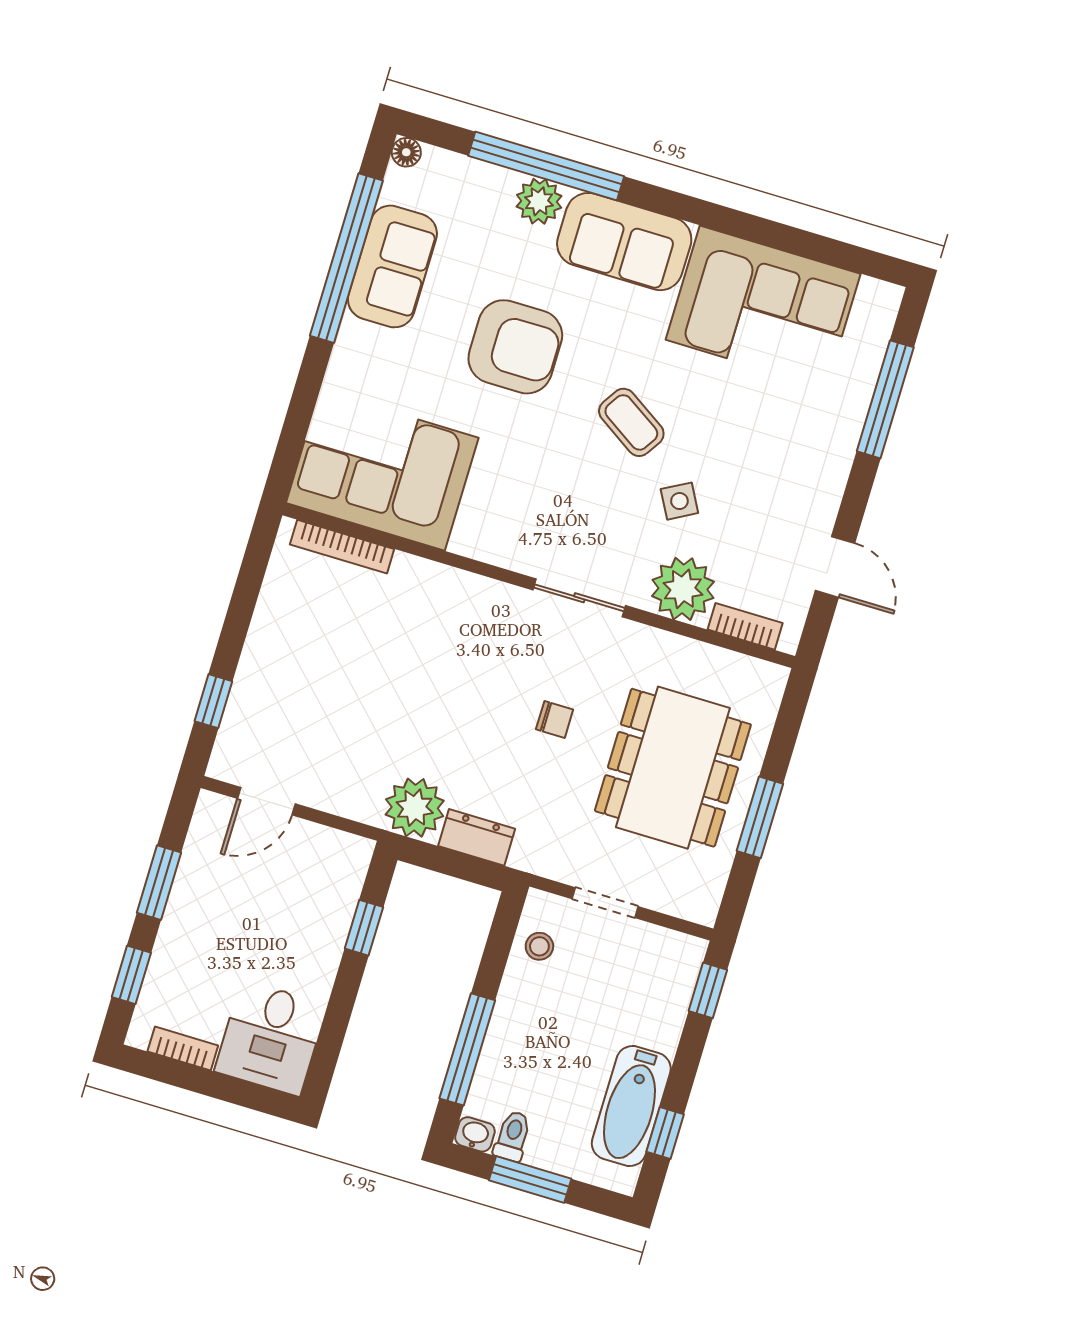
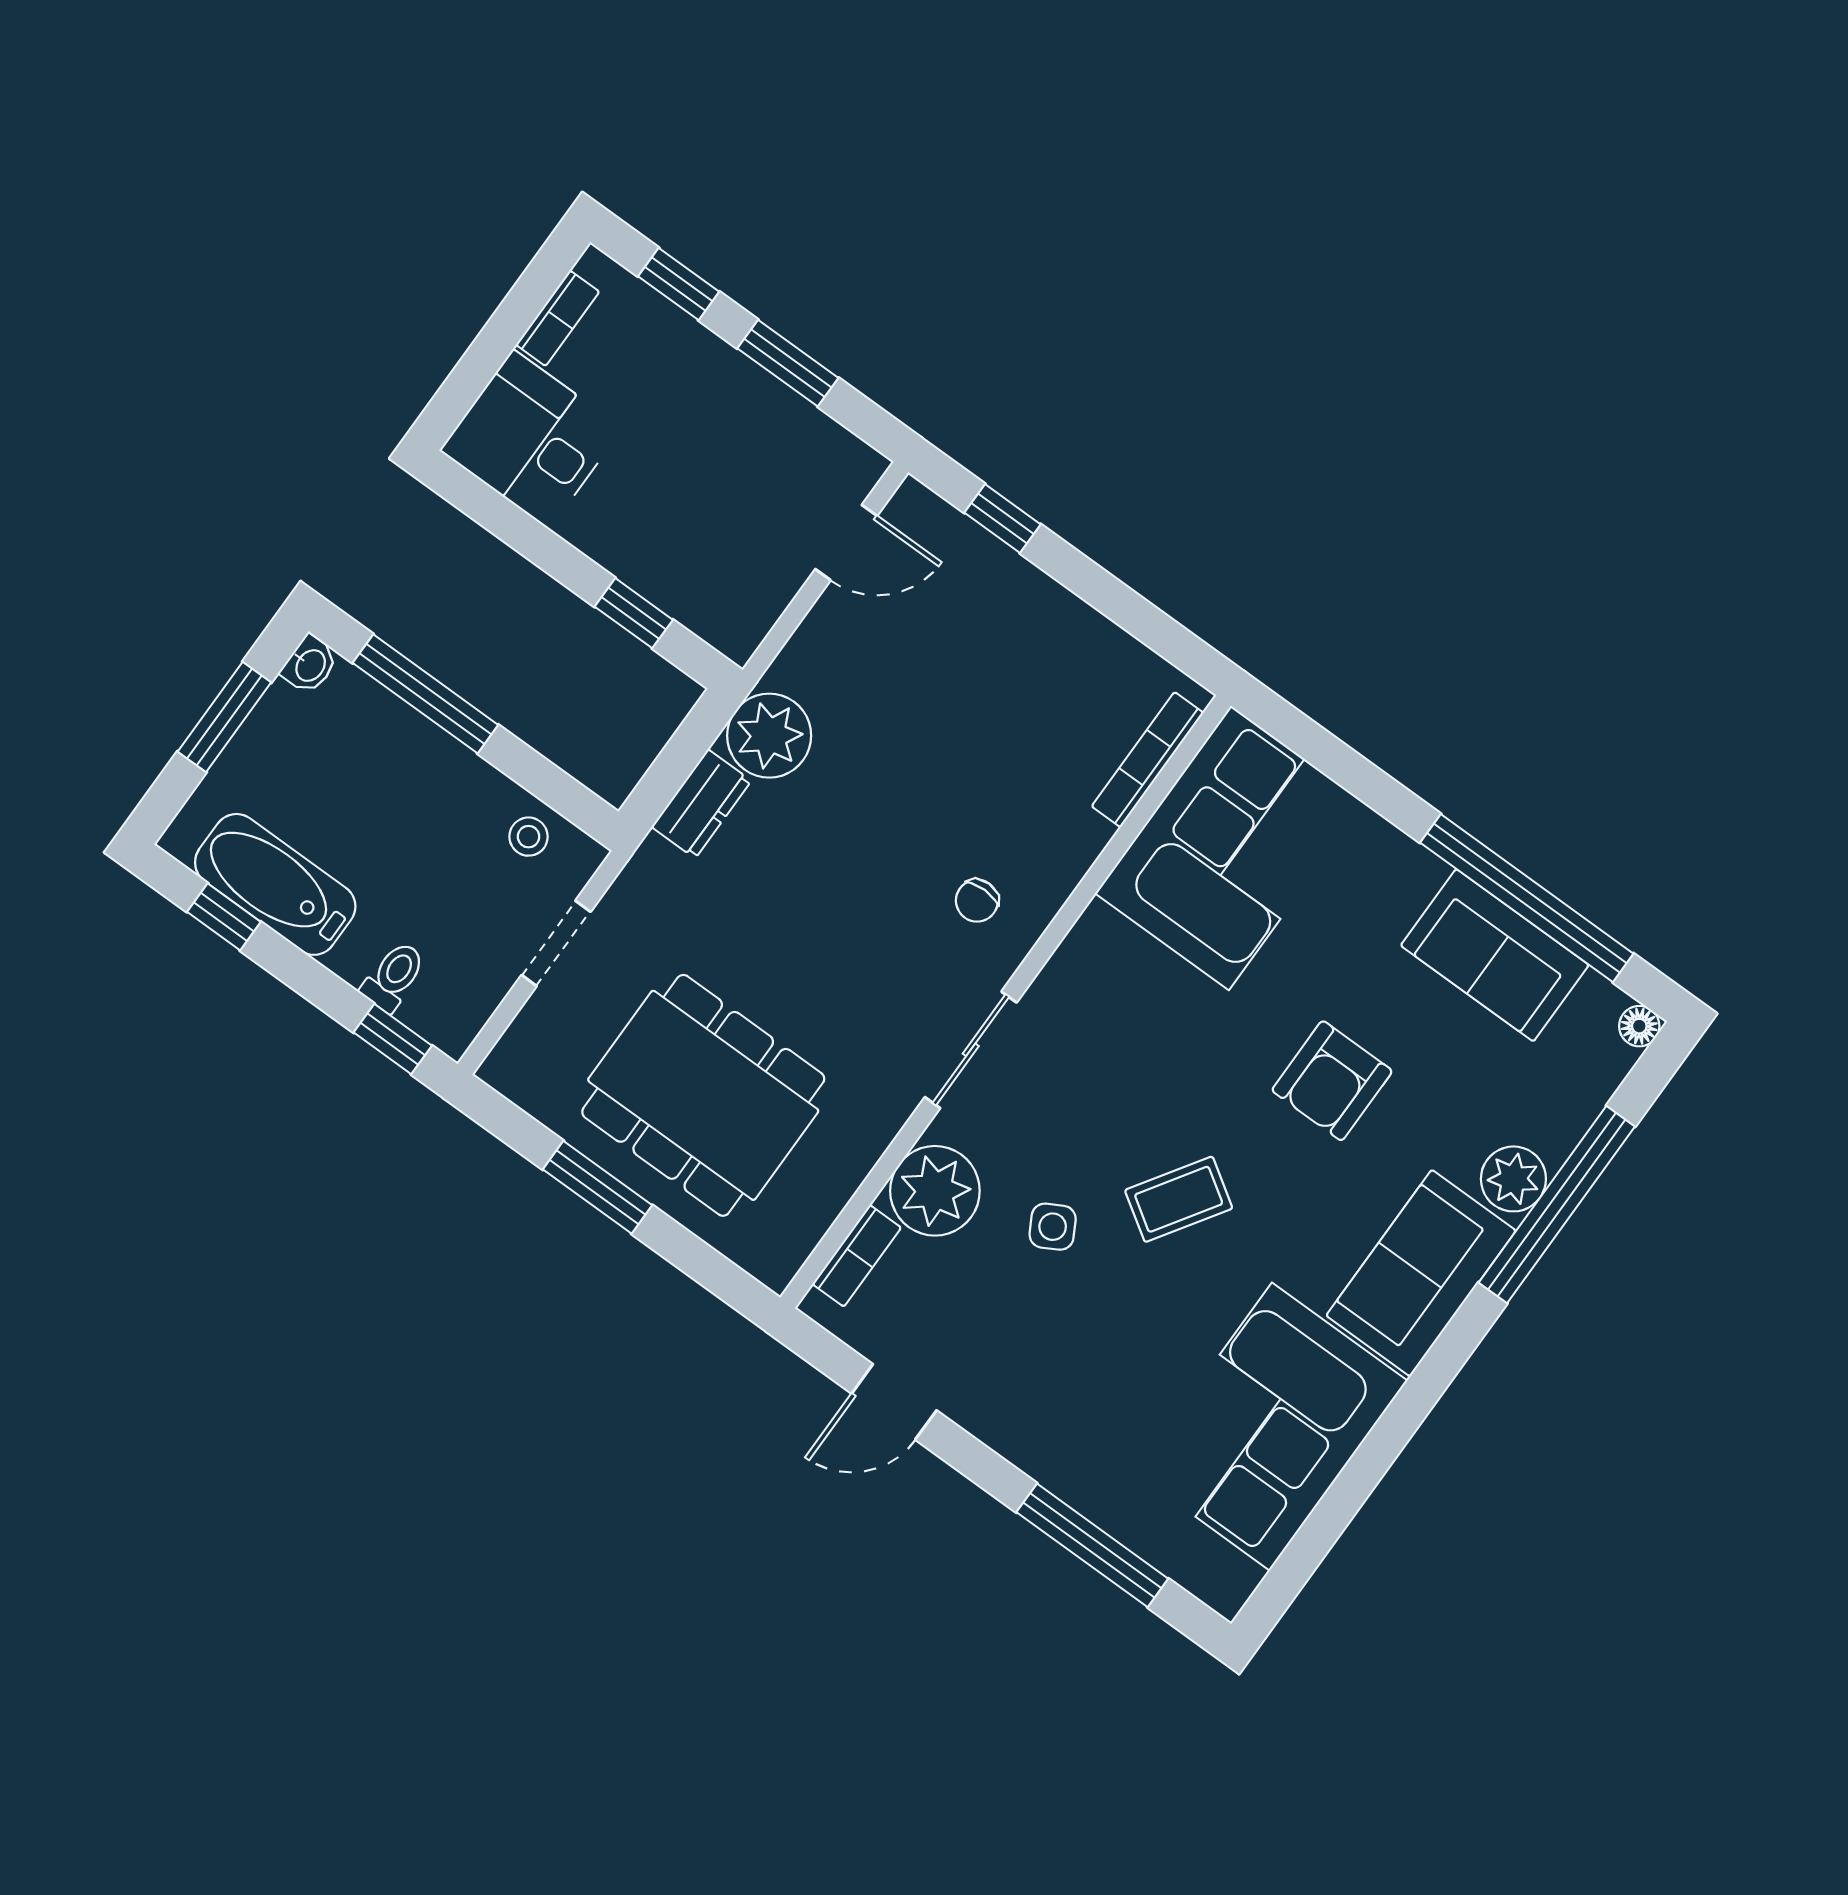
armchair: (515, 347) -> (1332, 1081), width x0.73, depth x0.73
chair: (555, 719) -> (977, 901), moved
door: (266, 801) -> (846, 543), swing flipped
toilet: (513, 1136) -> (394, 976), moved, turned -90

